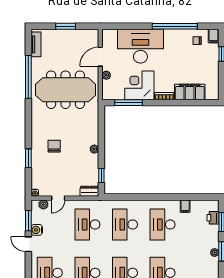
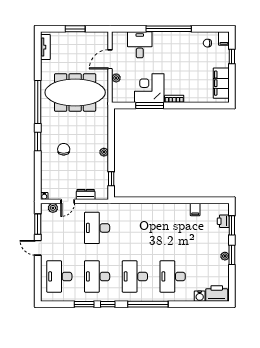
window: (175, 26) -> (169, 29), moved
desk: (140, 46) -> (140, 45), width x0.53, depth x0.77
window: (28, 77) -> (38, 102), moved
filing cabinet: (190, 92) -> (221, 83), moved, turned -90
window: (129, 103) -> (150, 105), moved
window: (28, 158) -> (38, 141), moved
dresser: (89, 191) -> (86, 195), moved
desk: (125, 224) -> (135, 228), removed
desk: (163, 224) -> (173, 228), removed
water cooler: (37, 230) -> (46, 233), removed

